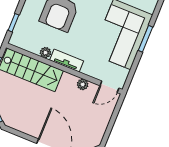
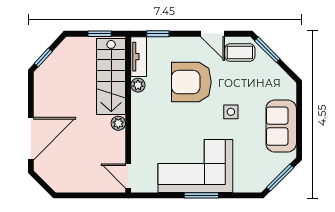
tv unit: (67, 61) -> (139, 57), moved
plant: (83, 84) -> (118, 123), moved

